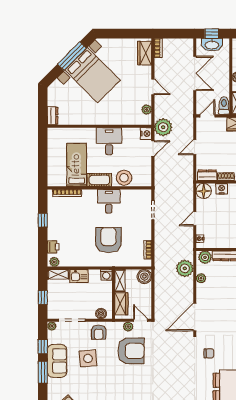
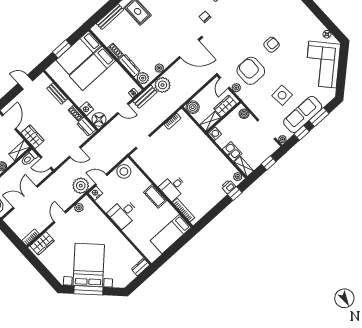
bed: (77, 165) -> (171, 234), moved
stool: (124, 178) -> (124, 171), moved
desk: (109, 201) -> (173, 187), moved
window: (43, 220) -> (235, 194), moved
armchair: (108, 240) -> (190, 154), removed
bench: (188, 245) -> (145, 97), added
armchair: (99, 332) -> (272, 45), moved
sofa: (57, 361) -> (303, 114), width x1.36

